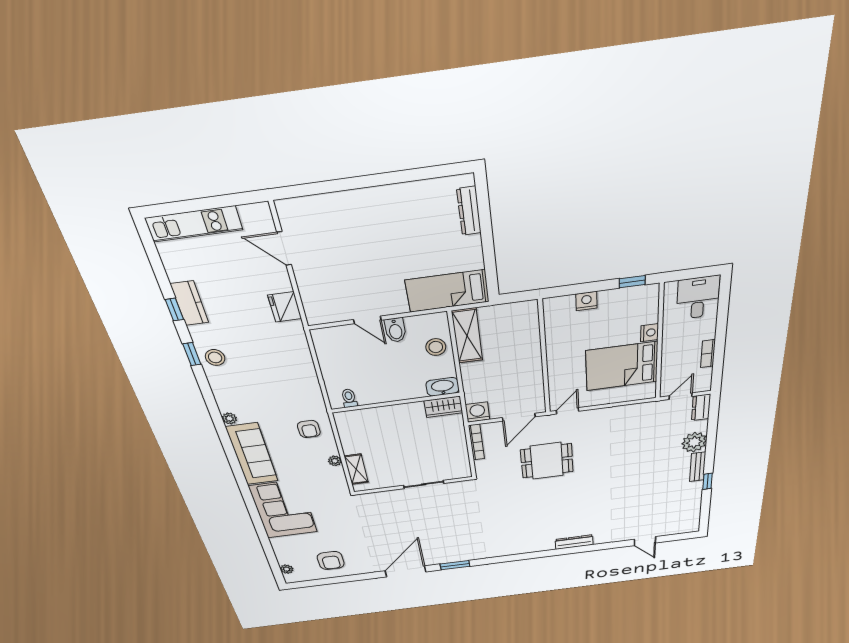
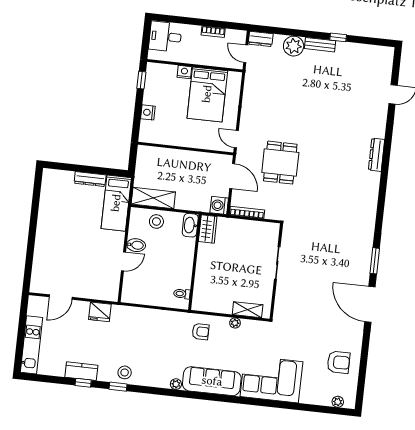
dresser: (469, 211) -> (90, 179), moved

